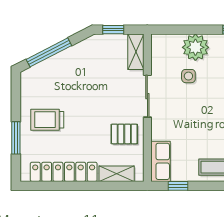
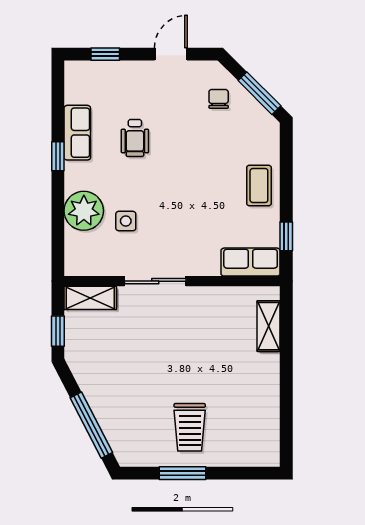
pallet: (124, 134) -> (210, 315), removed
window: (16, 138) -> (182, 473), moved
locker: (64, 172) -> (266, 403), removed

